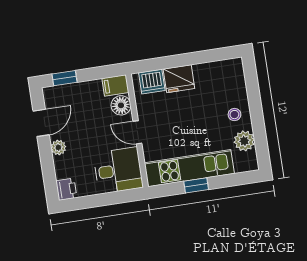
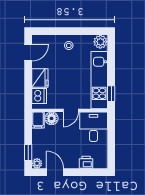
door: (215, 55) -> (28, 53), added
plant: (244, 141) -> (100, 42), moved
plant: (58, 147) -> (37, 163), moved
window: (196, 185) -> (111, 94), moved
printer: (66, 189) -> (86, 162), moved

